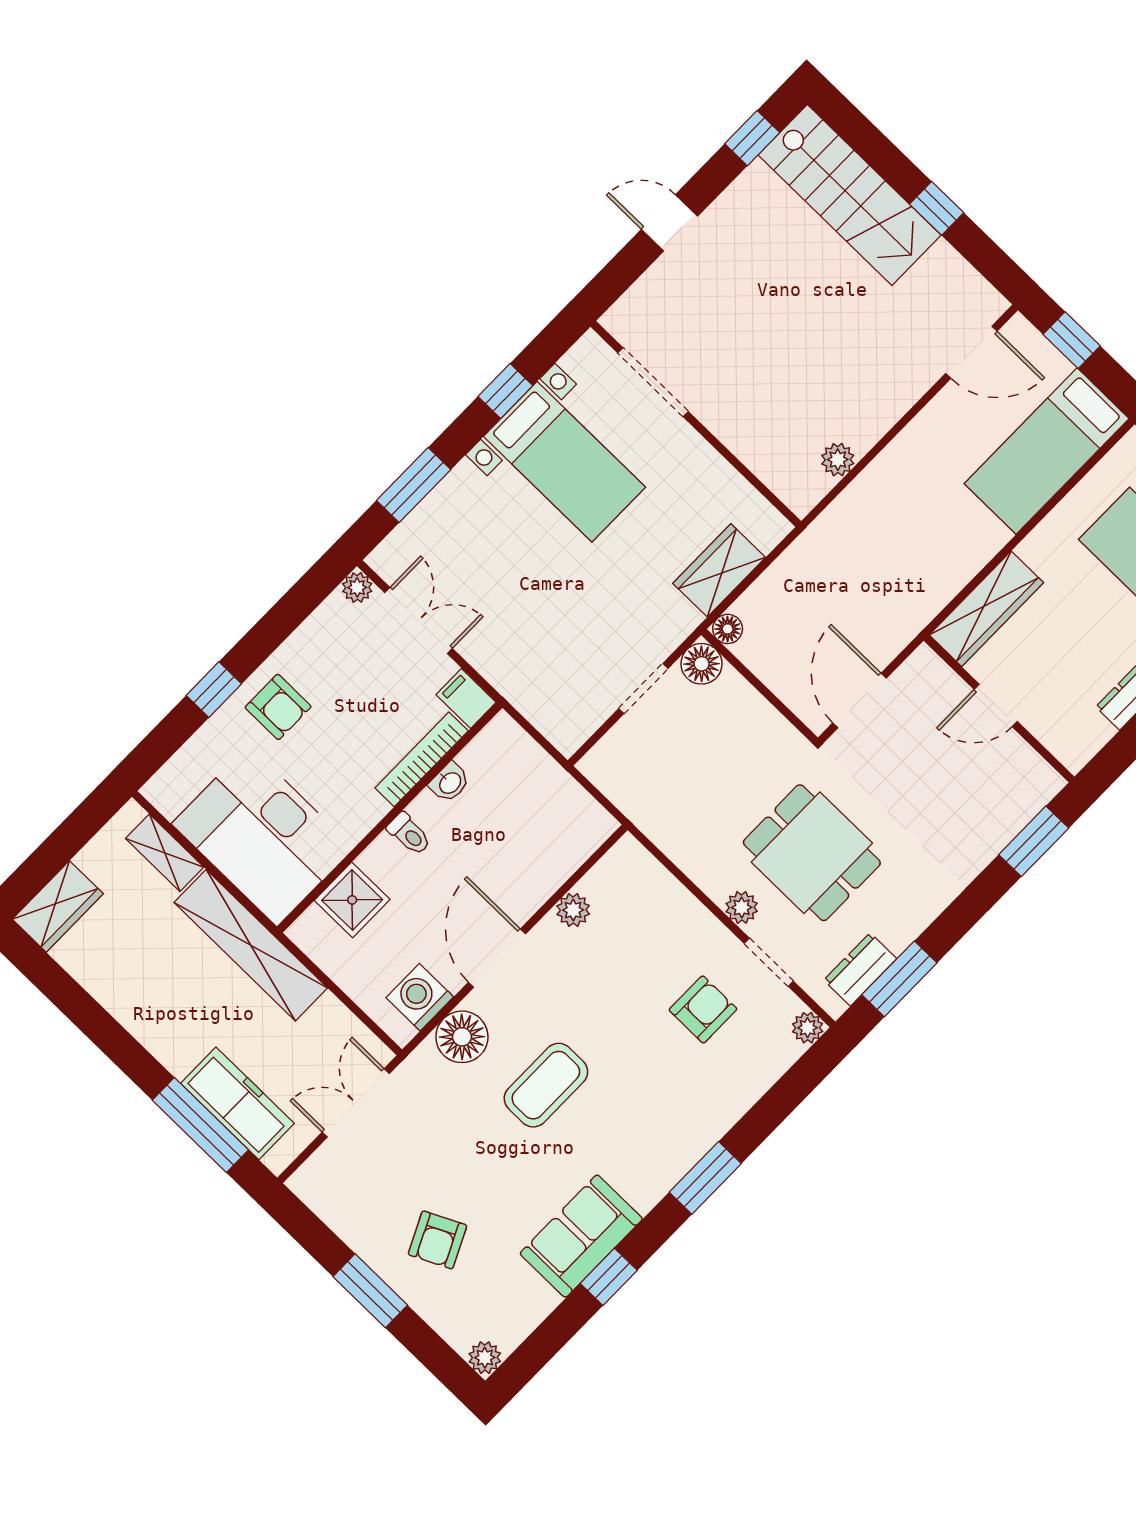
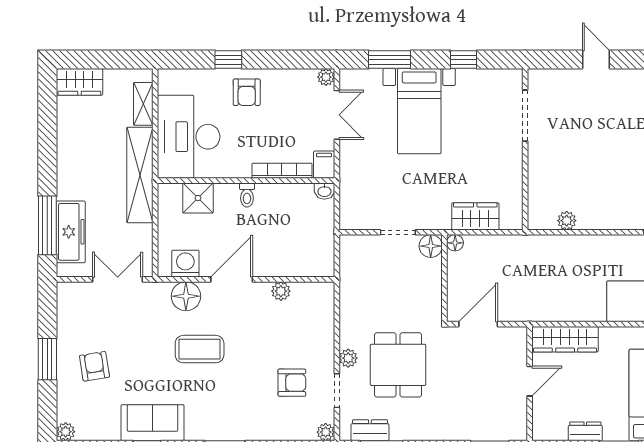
bed with nightstands: (564, 462) -> (419, 111), moved
door: (996, 705) -> (530, 381), swing flipped
washbasin: (450, 782) -> (324, 191), moved
armchair: (437, 1240) -> (94, 366), turned 107

